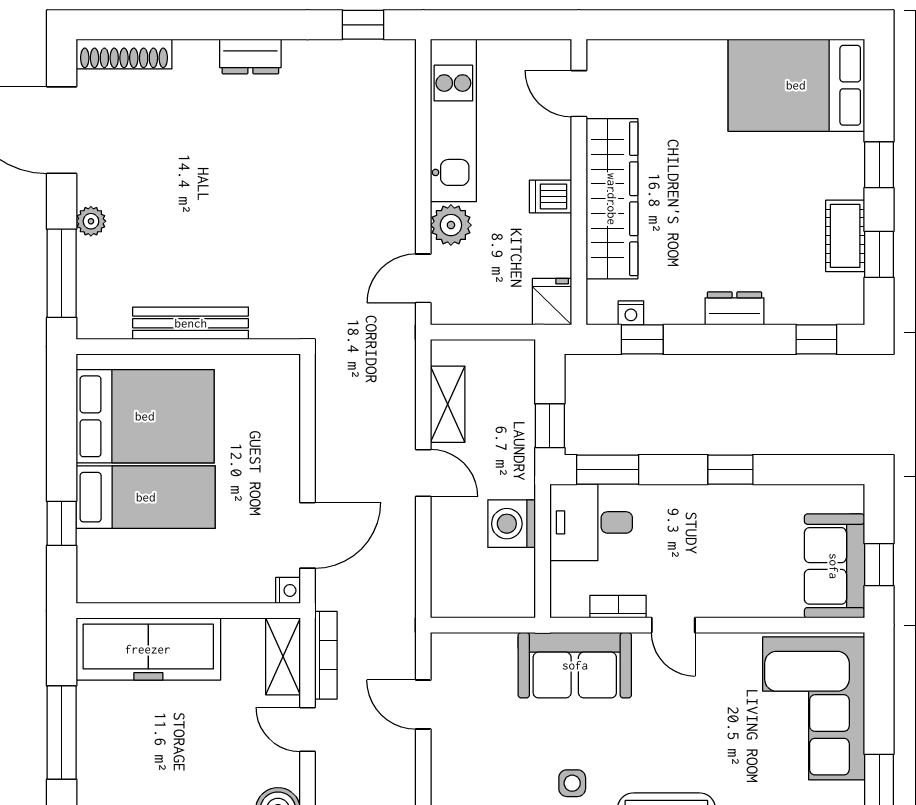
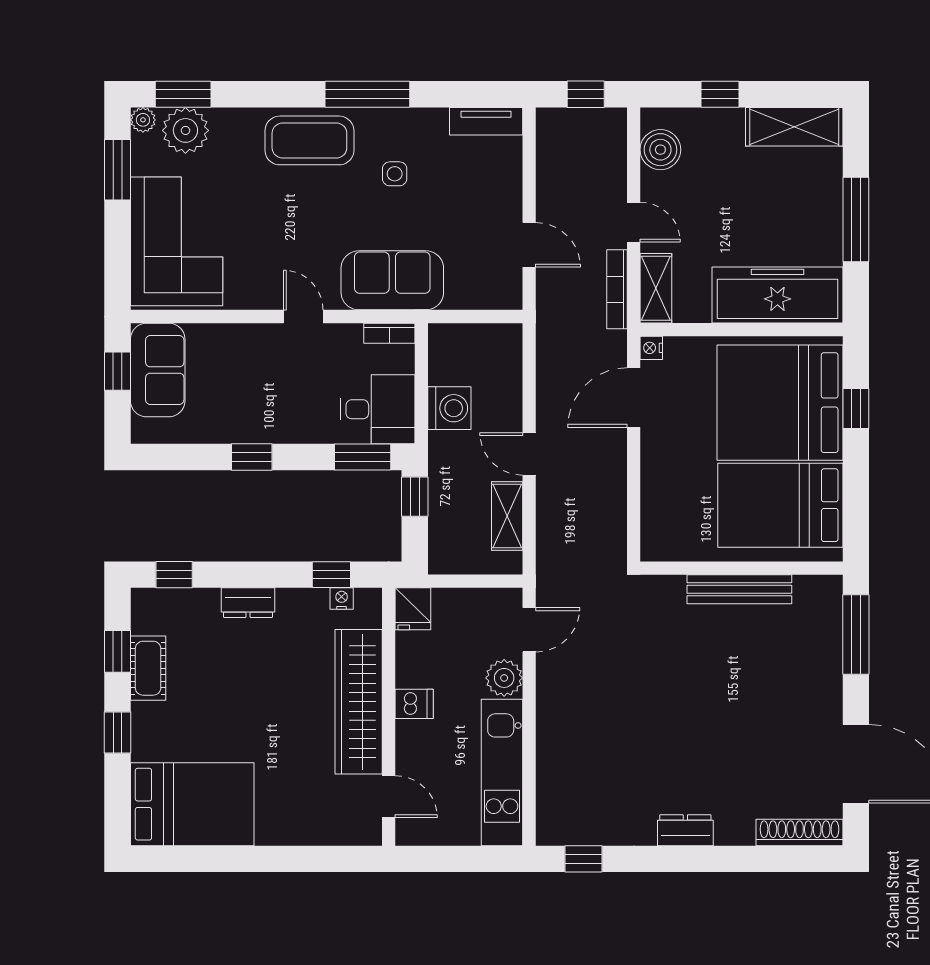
plant: (91, 221) -> (829, 681), removed
bed: (146, 497) -> (780, 403), width x2.04
bookcase: (618, 607) -> (389, 333), moved

